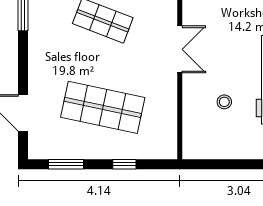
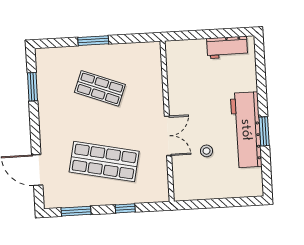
double door: (180, 49) -> (168, 136), moved

